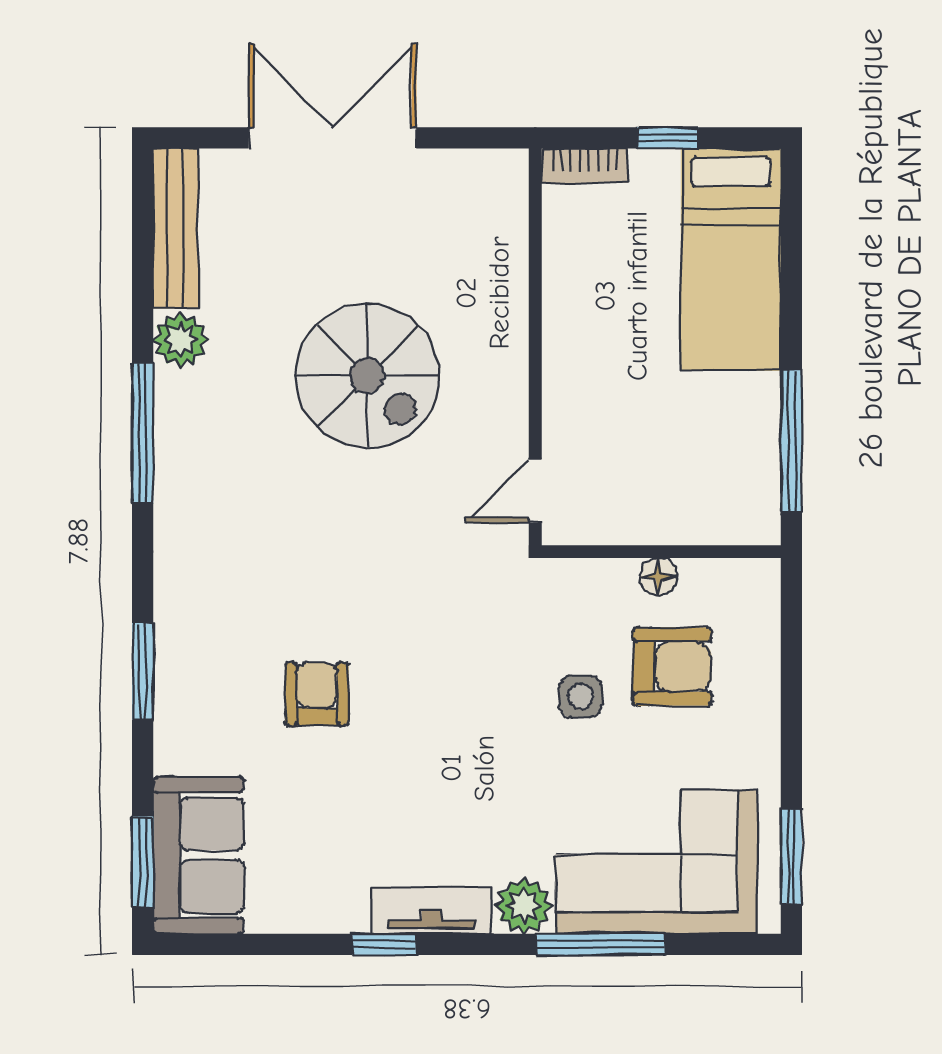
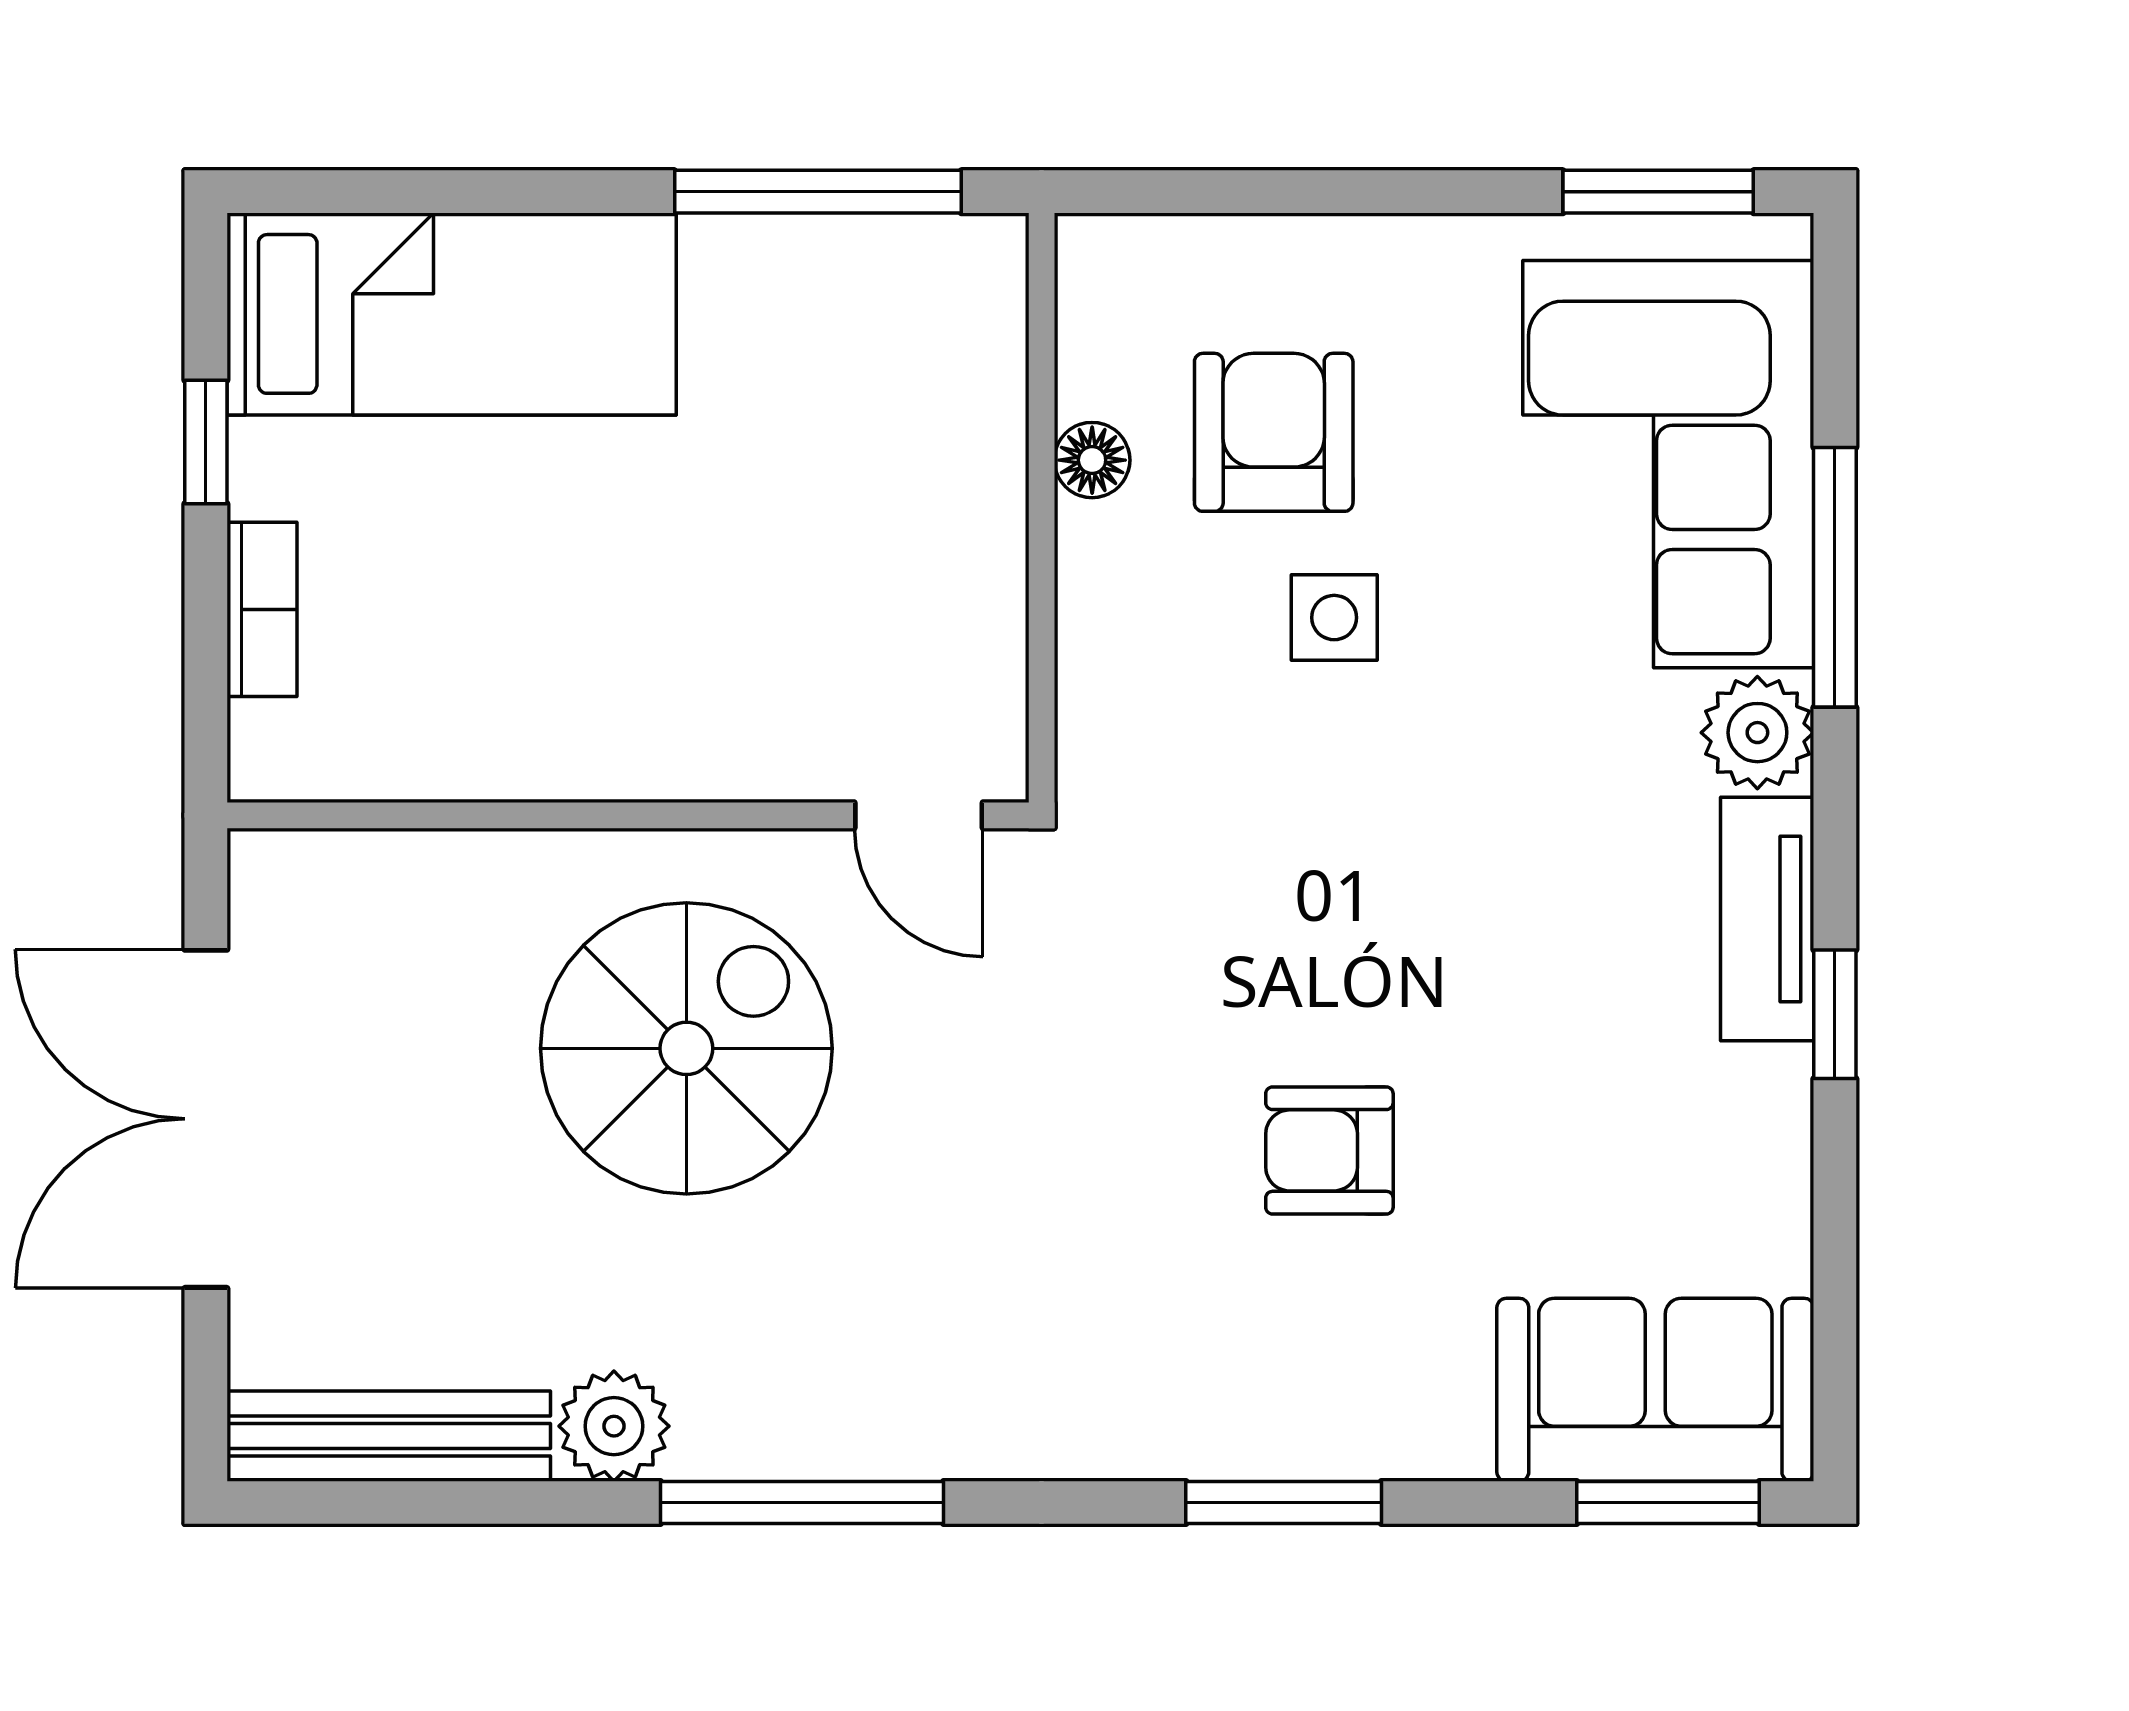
wall: (535, 347) -> (628, 815), moved
door: (535, 491) -> (919, 815), moved

